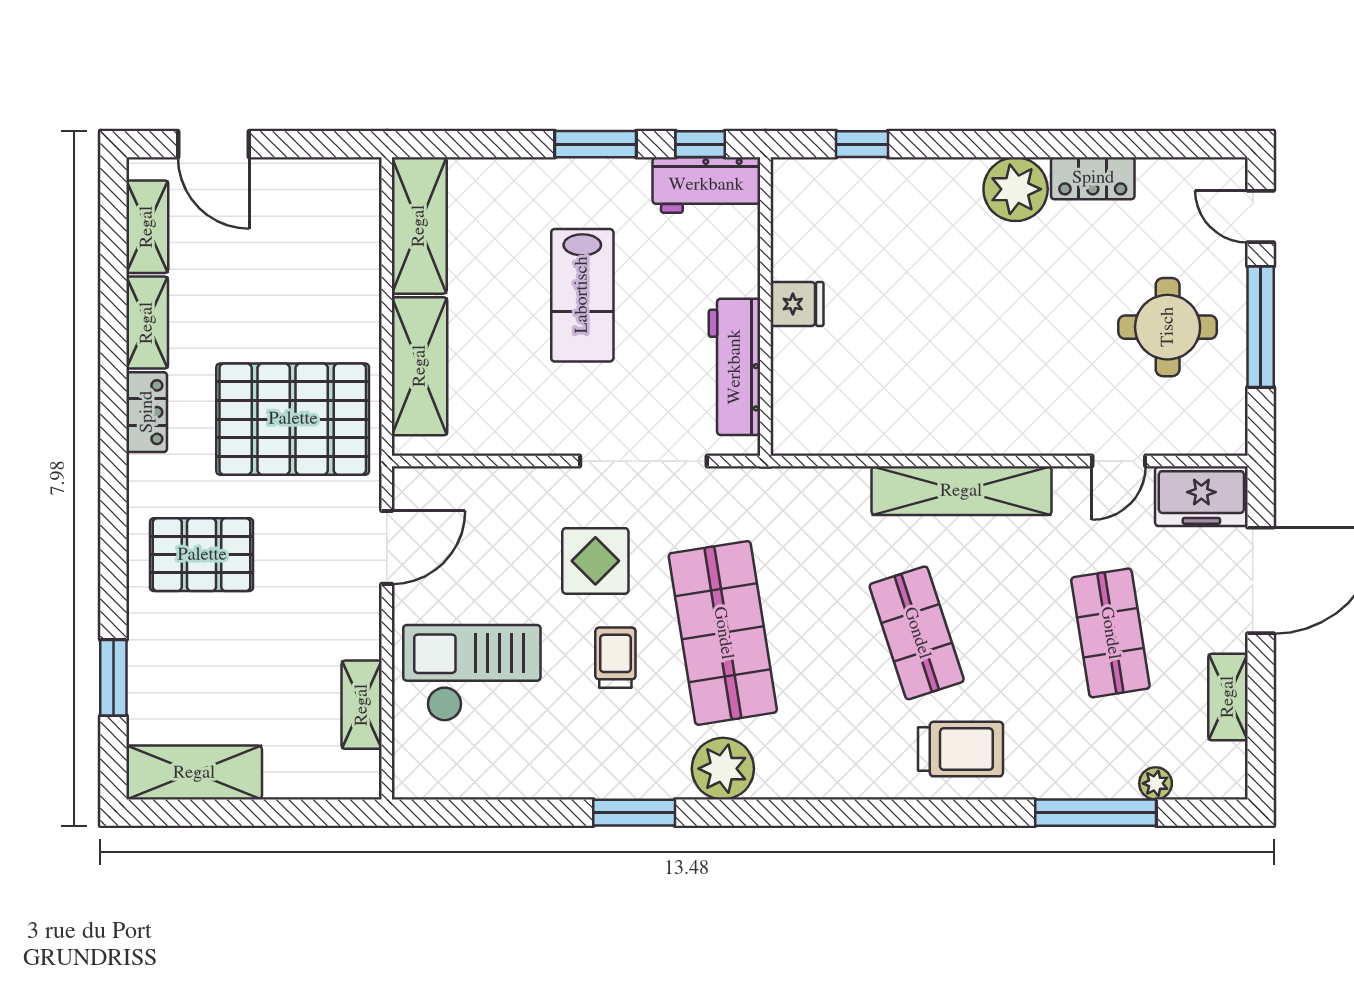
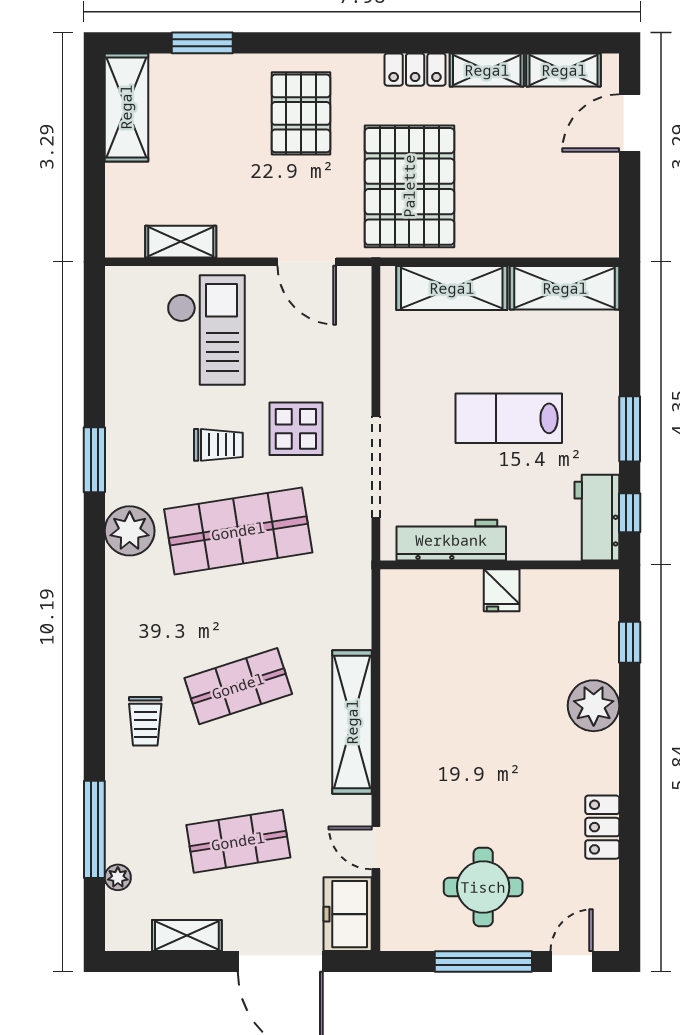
plant: (1016, 189) -> (594, 706), moved
trolley: (960, 749) -> (145, 721), width x0.73, depth x0.72

